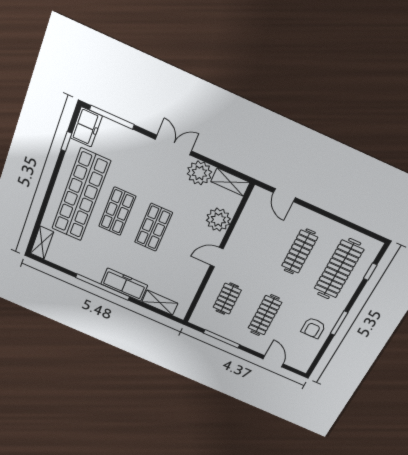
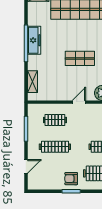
shop shelf: (117, 211) -> (80, 34), removed
door: (217, 257) -> (79, 102), hinge flipped
freezer: (124, 285) -> (34, 40), moved
armchair: (313, 328) -> (71, 179), moved

